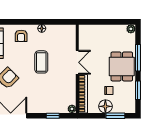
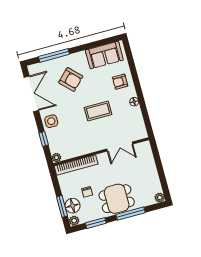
double door: (77, 62) -> (120, 147), moved
side table: (39, 105) -> (51, 121), added
floor lamp: (105, 106) -> (73, 206), moved
plant: (131, 108) -> (74, 221), added

